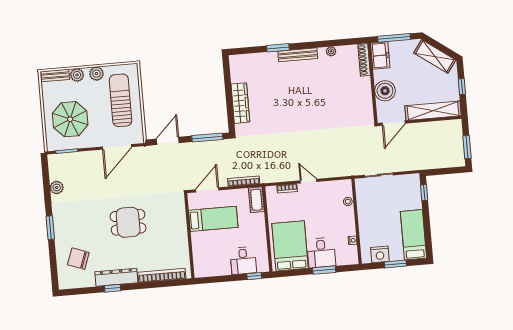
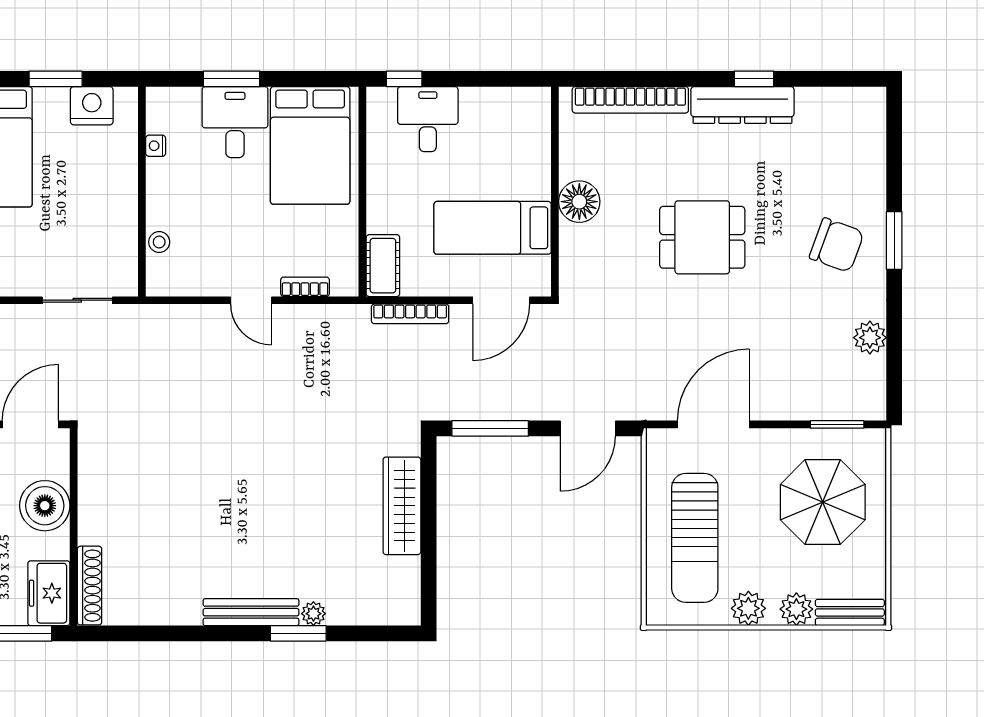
plant: (331, 51) -> (313, 614), moved
floor lamp: (179, 232) -> (579, 202), added
chair: (78, 259) -> (837, 245), moved

